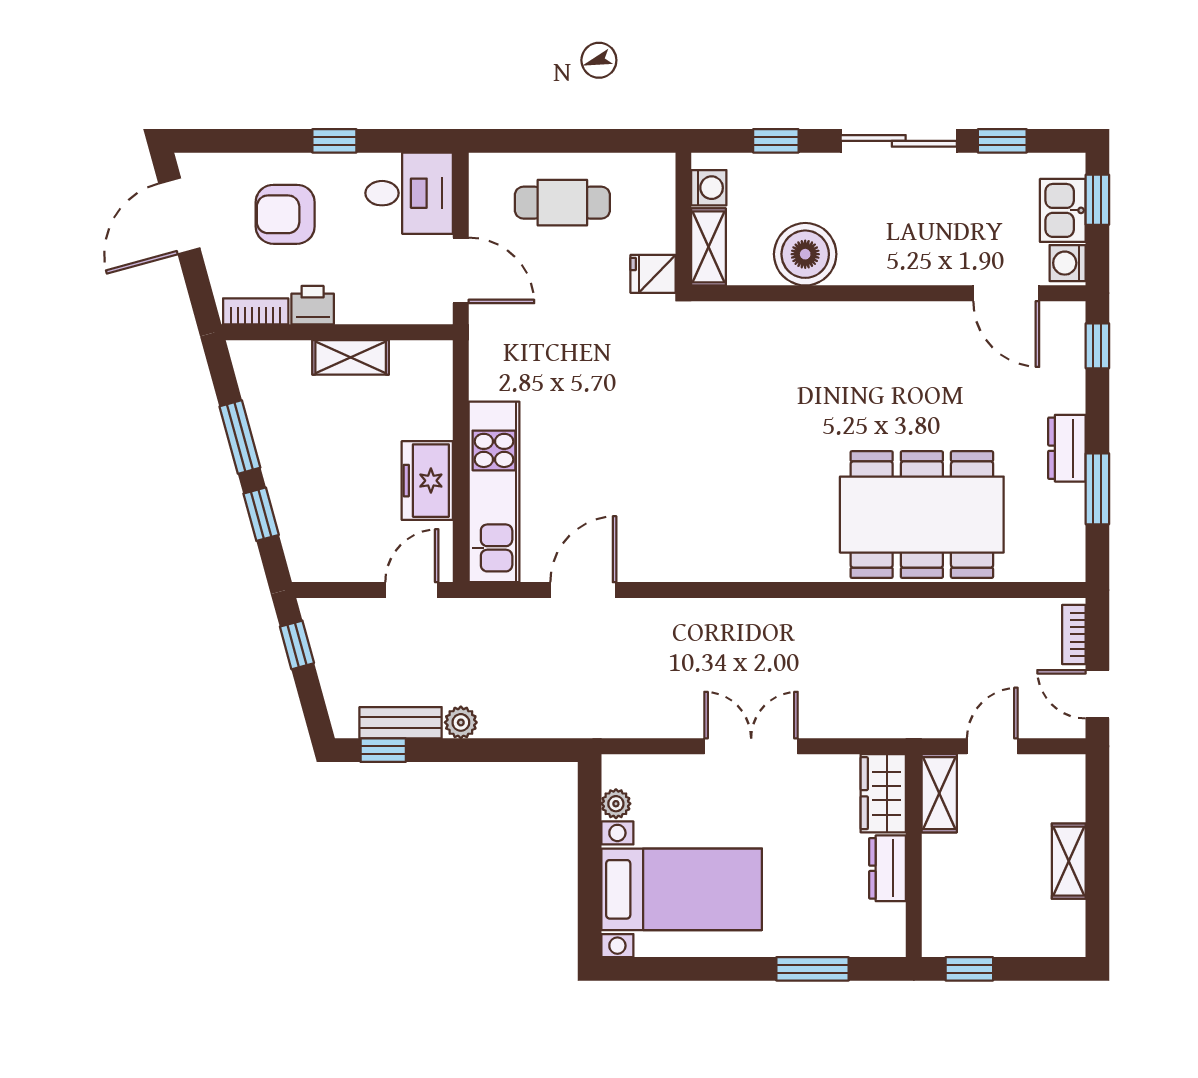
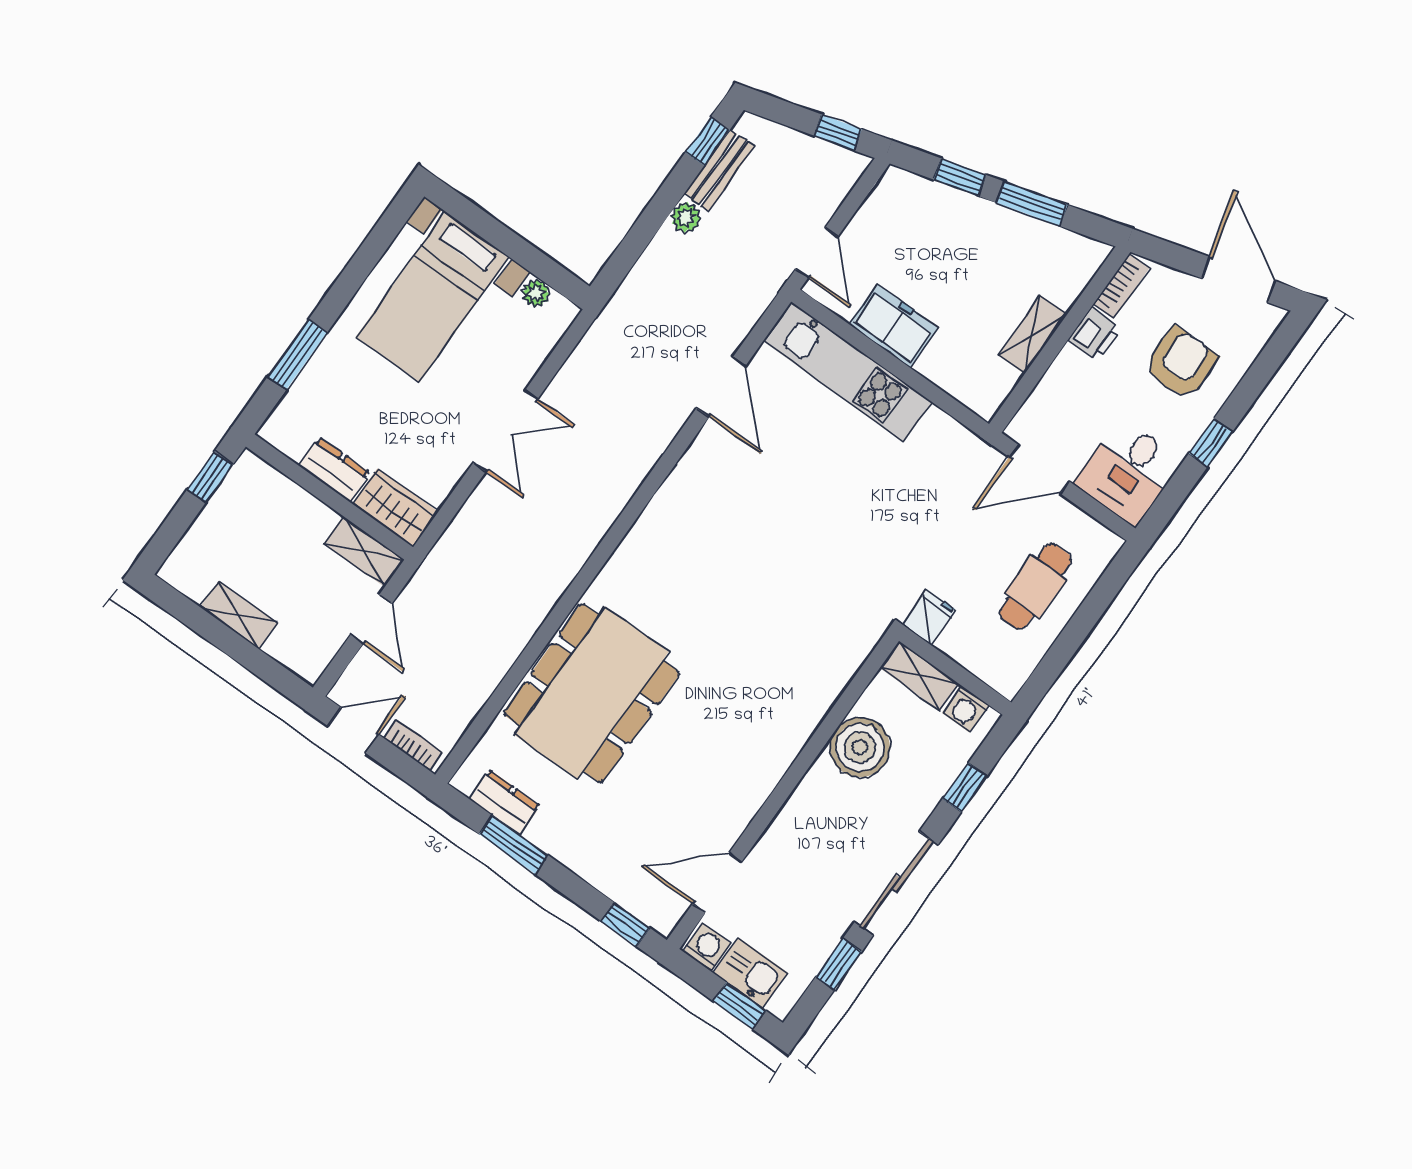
dresser: (1067, 448) -> (504, 802), moved

